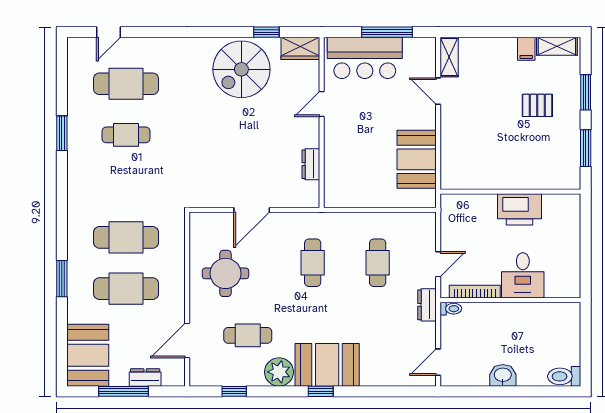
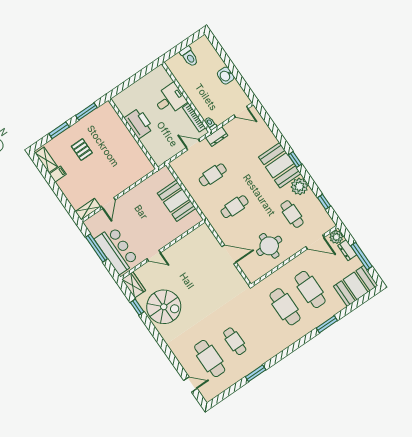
booth: (417, 159) -> (177, 201), moved, turned 90
dresser: (311, 164) -> (187, 241), removed
plant: (174, 375) -> (336, 237), added
toilet: (564, 376) -> (189, 56), moved

